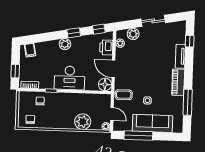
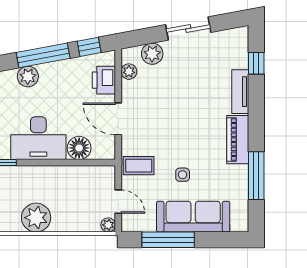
window: (74, 33) -> (43, 55), width x2.17
floor lamp: (105, 84) -> (79, 148), moved
plant: (83, 122) -> (36, 218), moved

